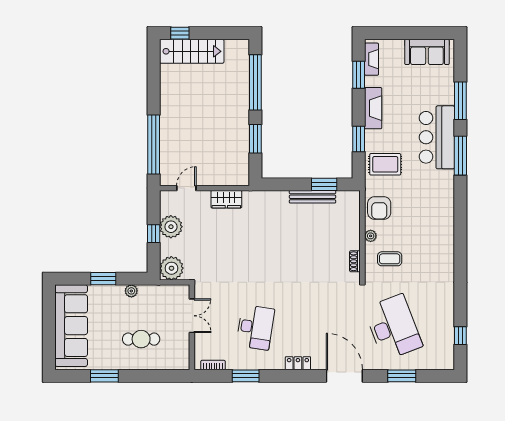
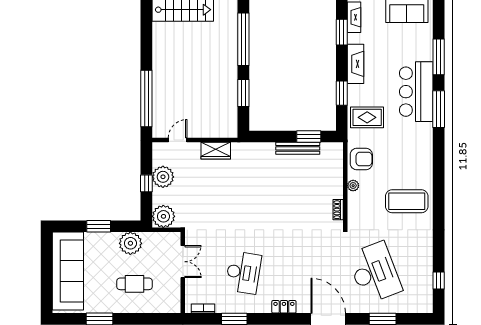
armchair: (379, 208) -> (361, 159), turned -90
coffee table: (390, 259) -> (407, 201), moved, width x1.86, depth x1.72
plant: (131, 291) -> (130, 243), width x1.87, depth x1.87

